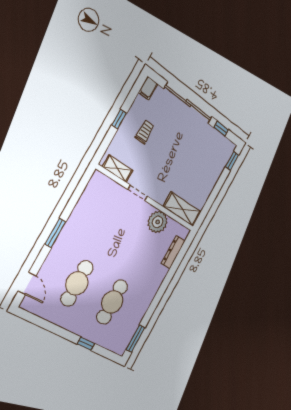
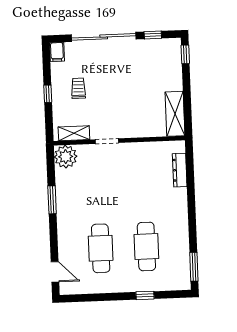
shelving: (182, 209) -> (175, 114), moved, turned 90
plant: (158, 222) -> (66, 157), moved
window: (55, 233) -> (52, 200), moved

